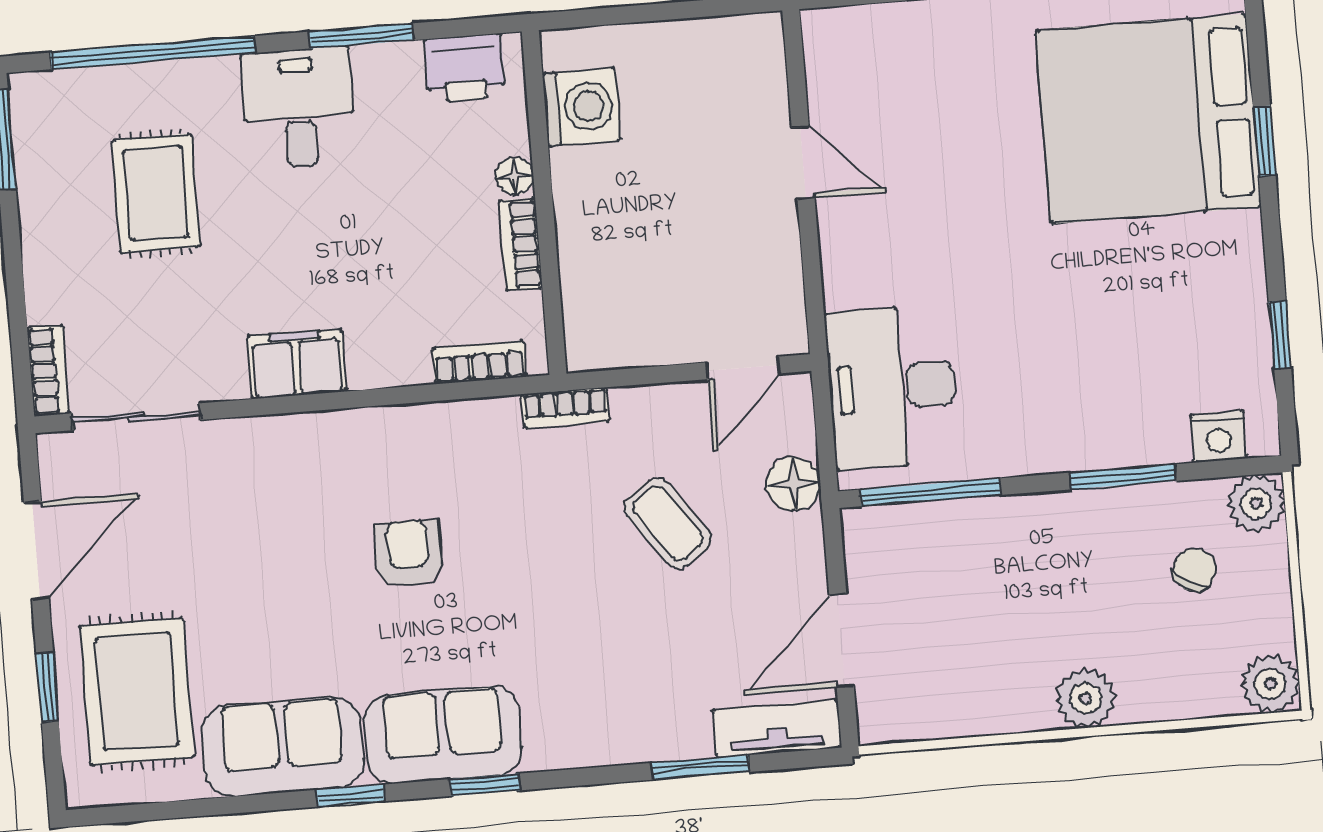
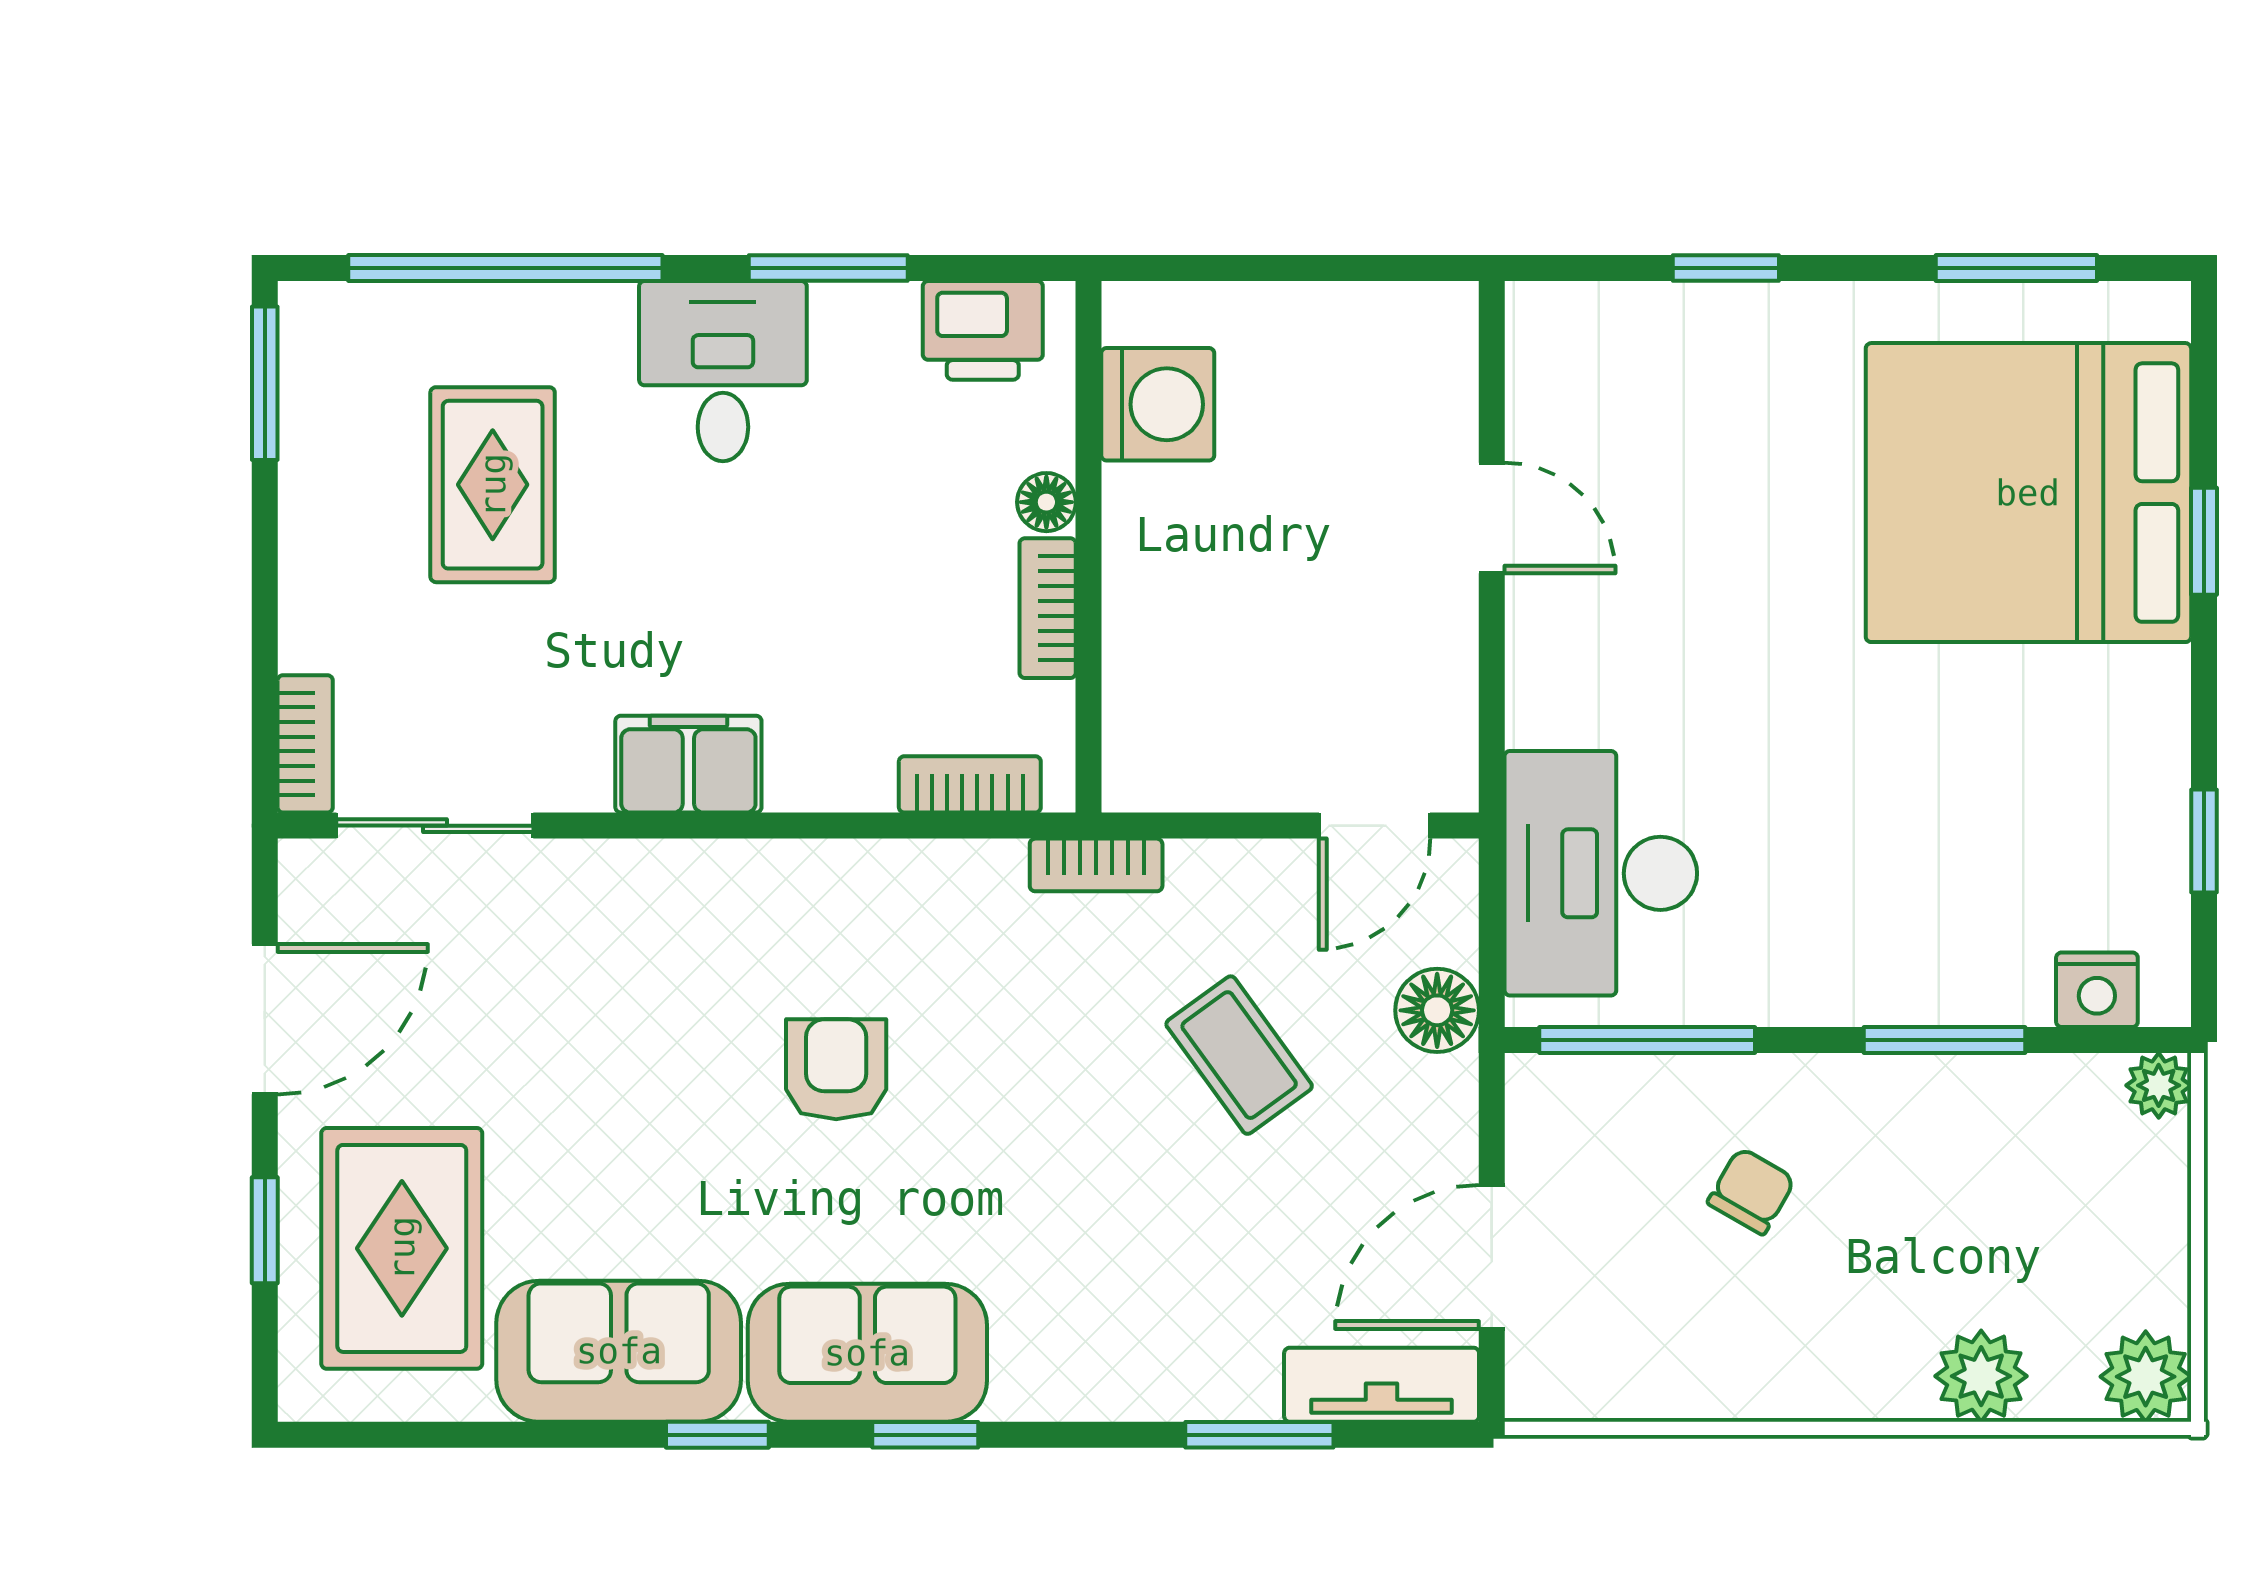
plant: (1256, 503) -> (2159, 1085), width x0.73, depth x0.73
chair: (1194, 570) -> (1751, 1191), moved
plant: (1086, 698) -> (1981, 1376), moved

